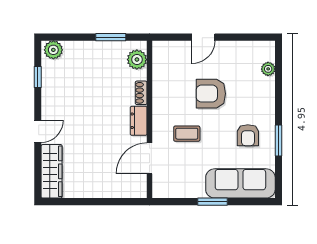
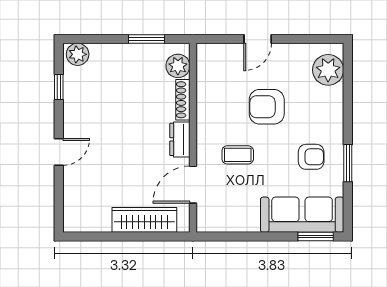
plant: (268, 69) -> (328, 70), width x1.88, depth x1.88
shoe rack: (141, 93) -> (183, 100), width x1.43
armchair: (248, 135) -> (311, 157), turned -90
wardrobe: (52, 171) -> (144, 220), moved, turned -90
window: (212, 202) -> (316, 236), moved

